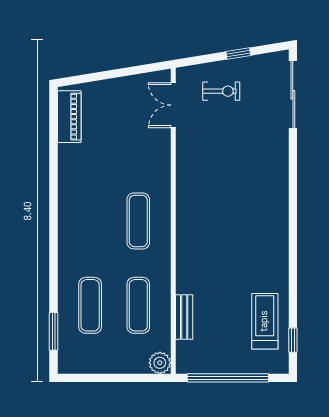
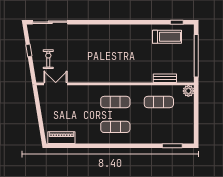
double door: (173, 105) -> (56, 84), swing flipped
exercise mat: (90, 305) -> (115, 127), moved
treadmill: (265, 321) -> (167, 37), turned 180

